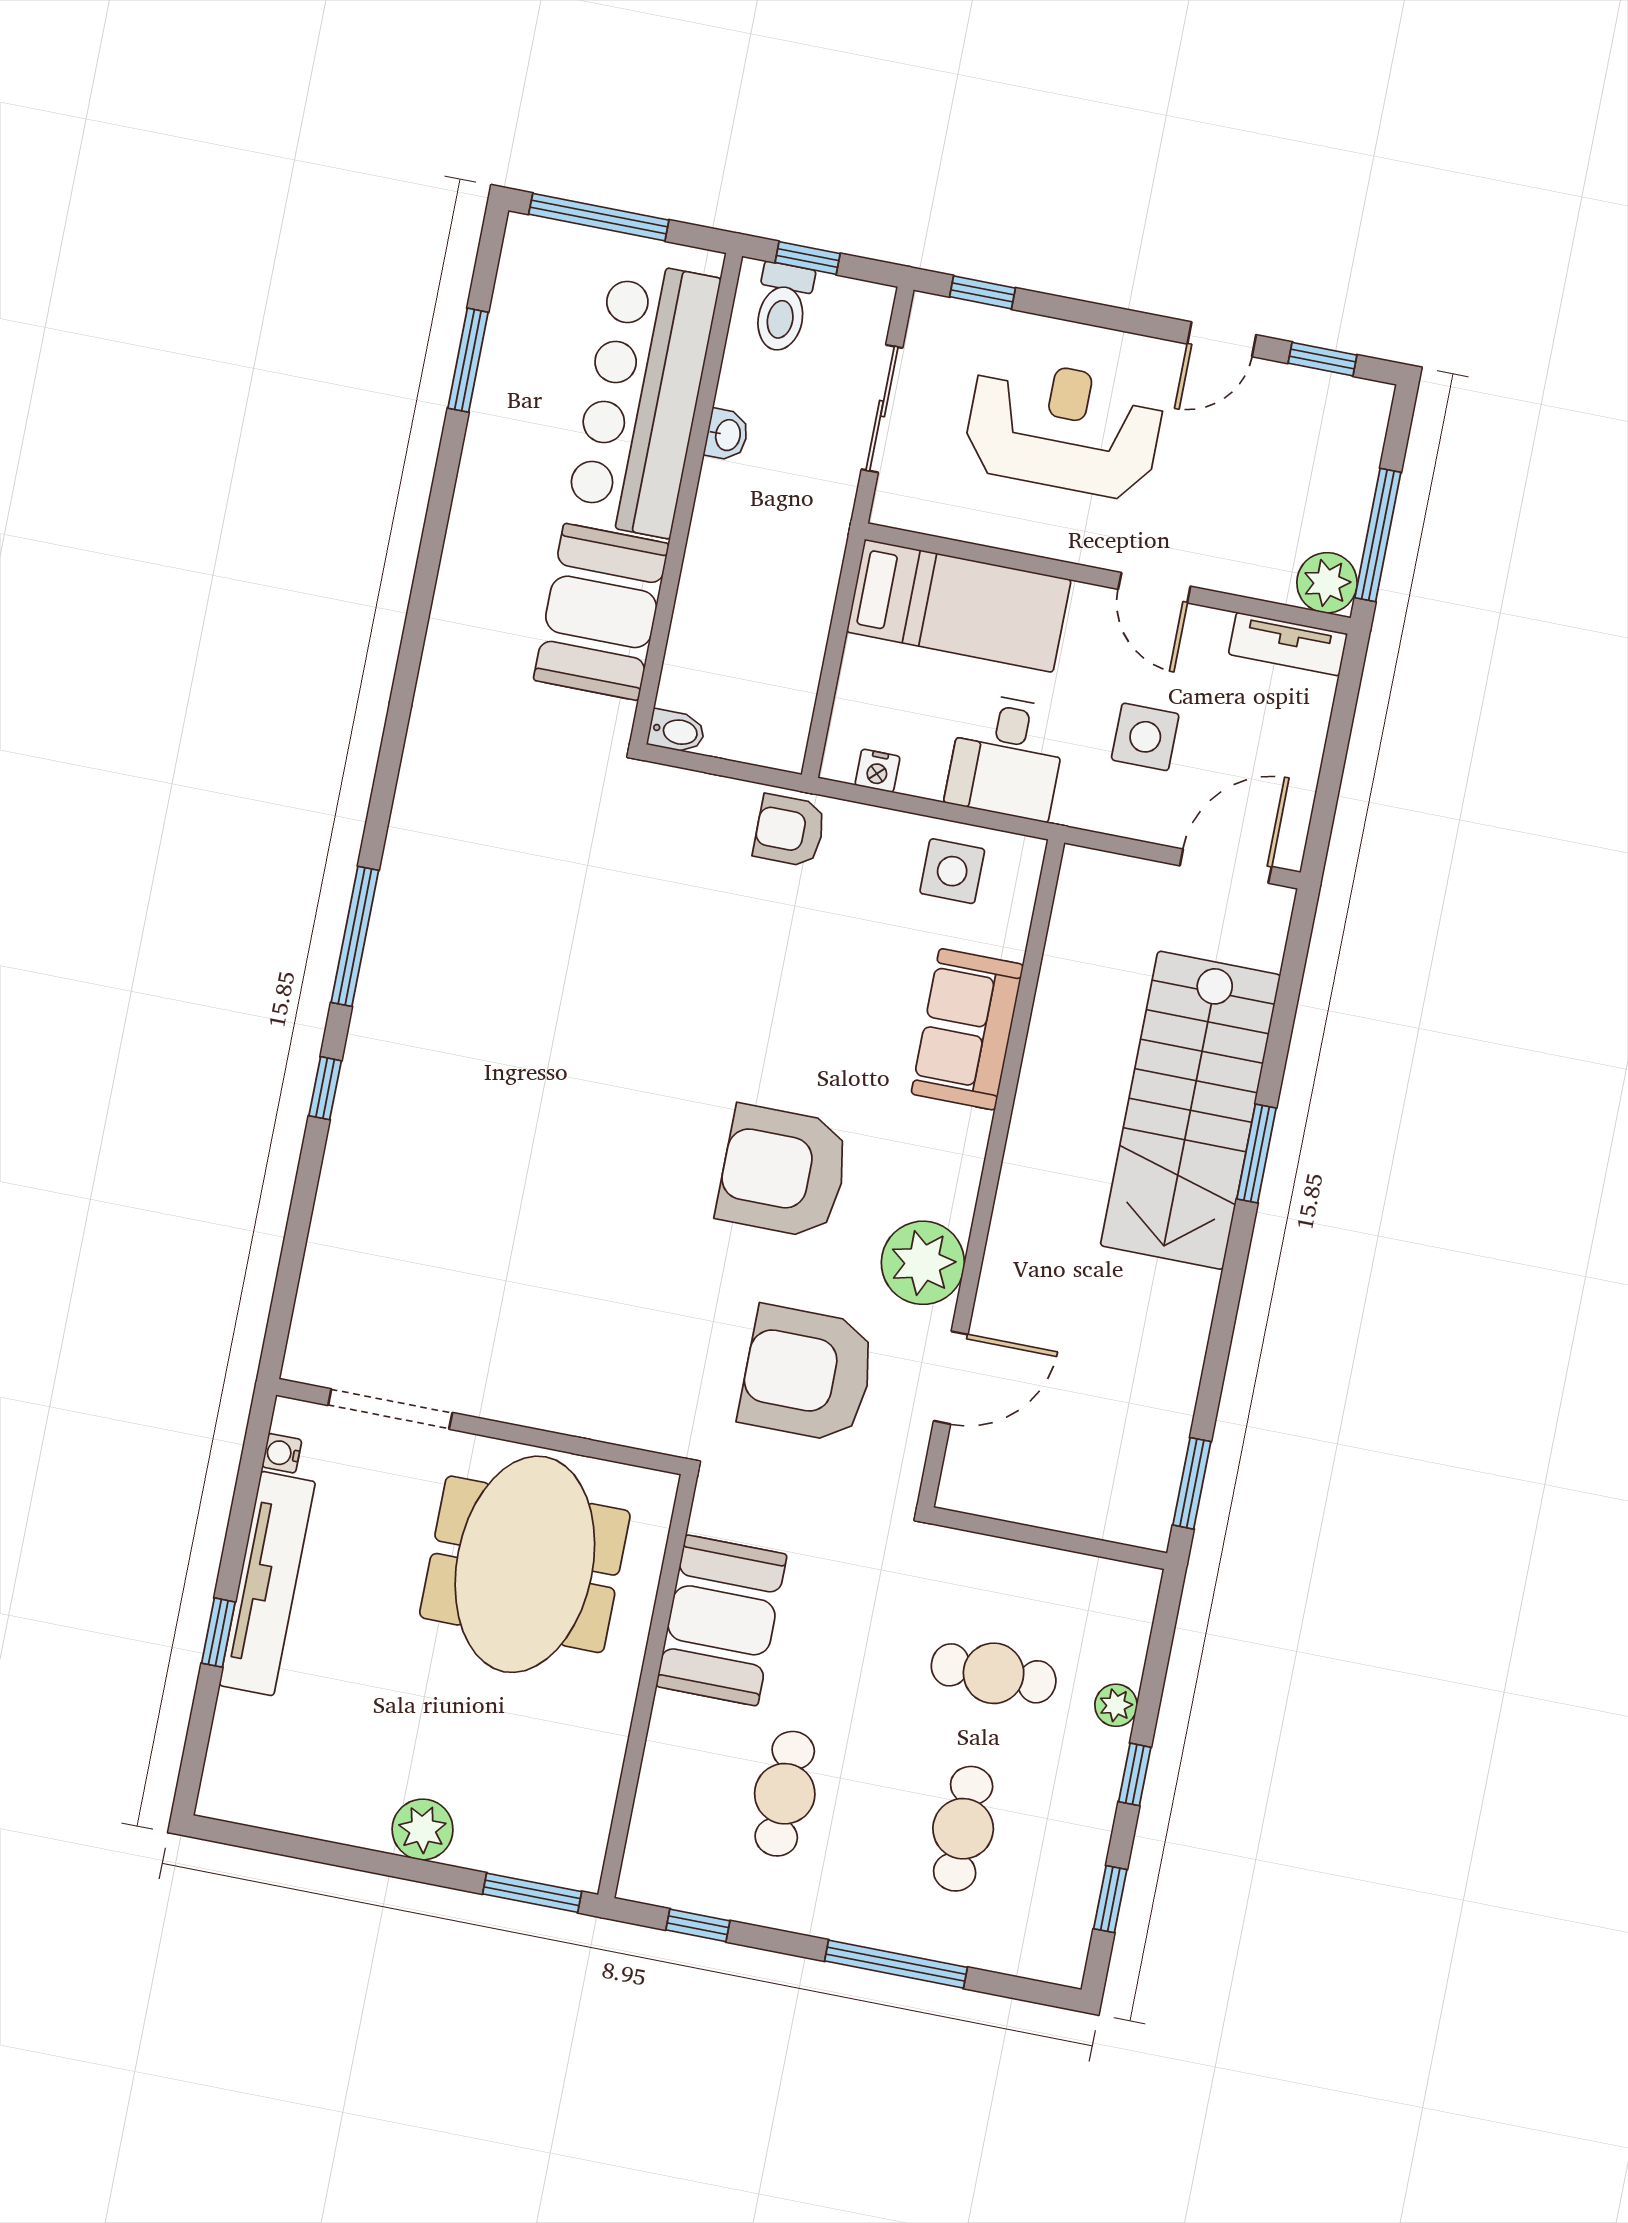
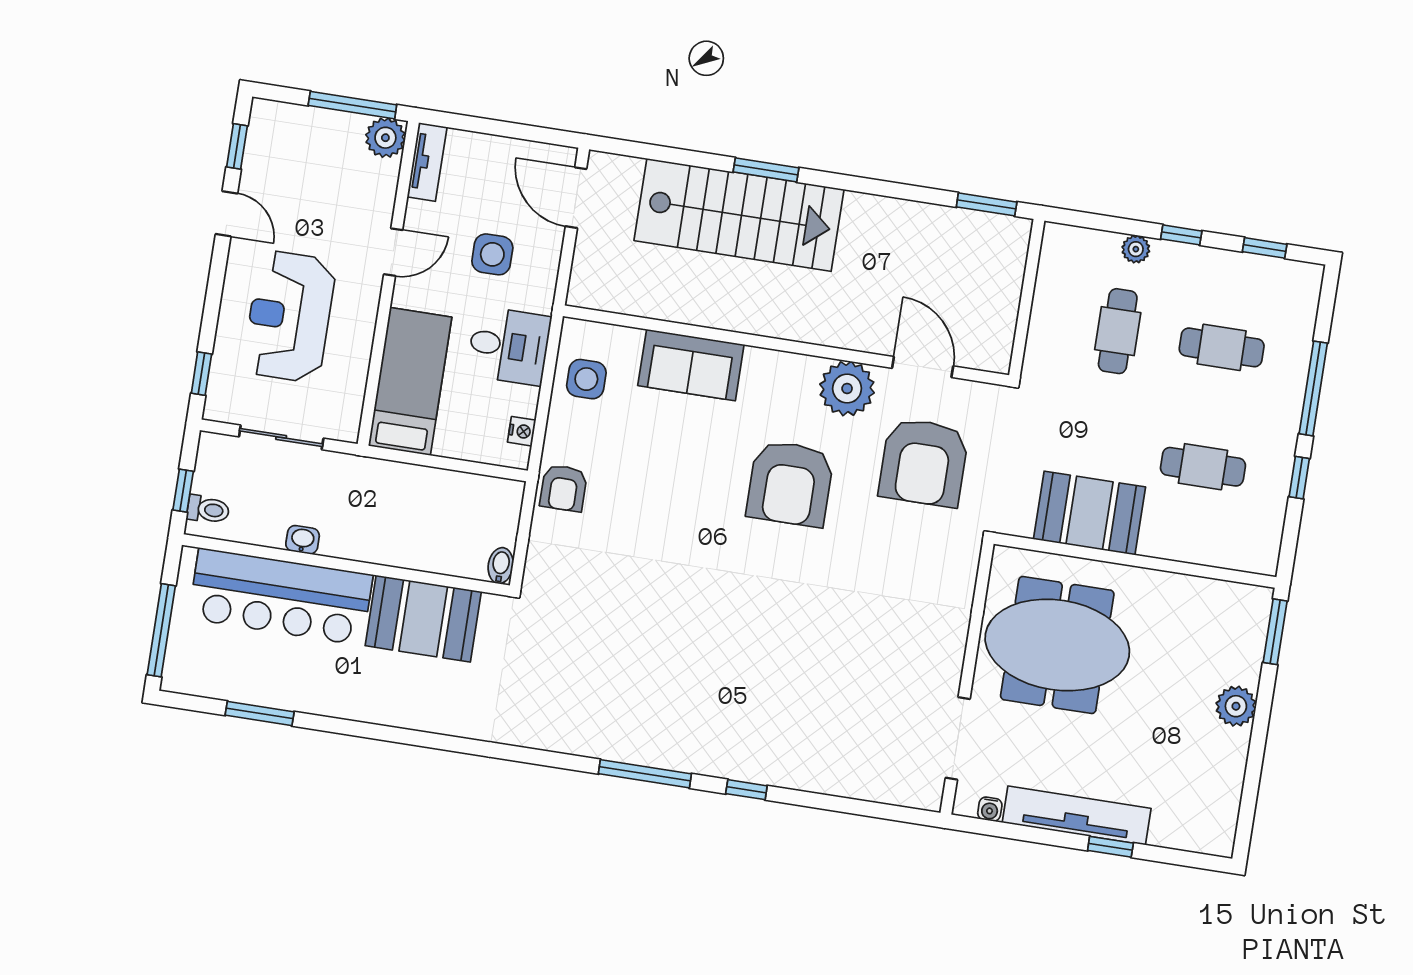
toilet: (782, 308) -> (208, 510), width x0.73, depth x0.72
window: (698, 1925) -> (1299, 478), moved

